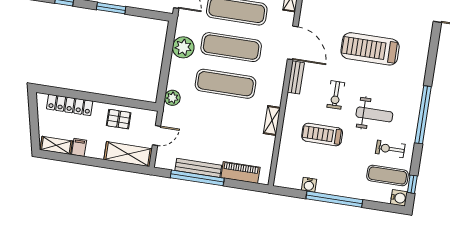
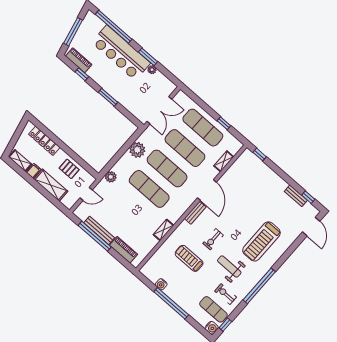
treadmill: (370, 49) -> (261, 241), moved, turned -90
weight bench: (374, 114) -> (229, 266), turned 180
shelving: (128, 154) -> (51, 185), moved

